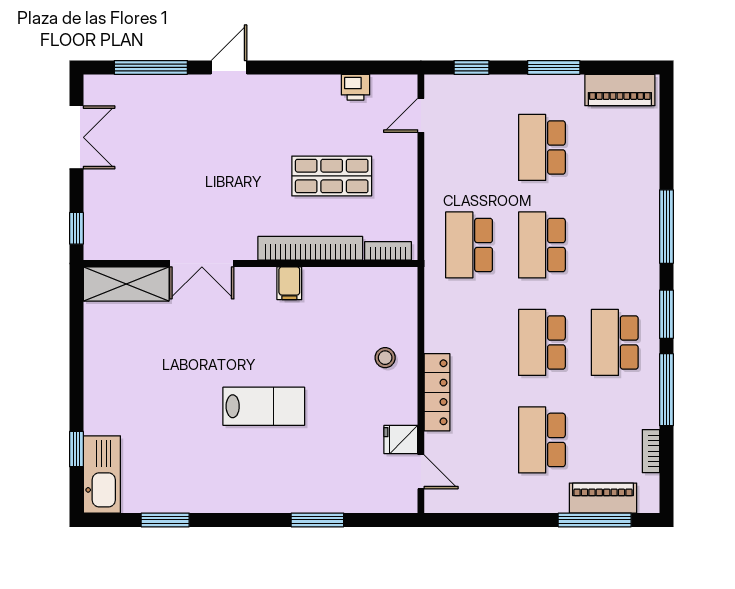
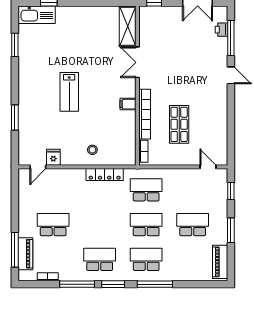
printer: (355, 87) -> (221, 30), moved
school desk: (542, 342) -> (146, 259), moved
locker: (437, 392) -> (105, 175), moved

